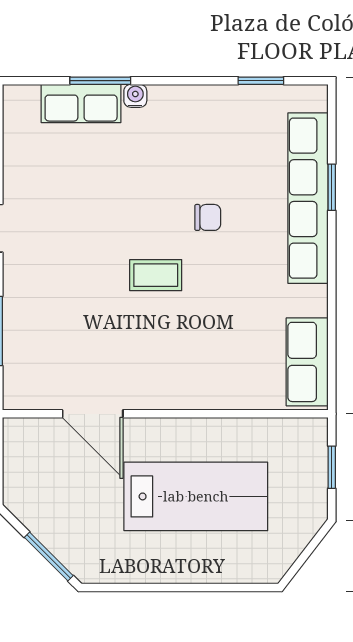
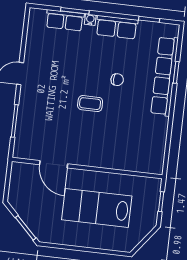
row of seats: (307, 362) -> (117, 27), moved, turned -90
lab bench: (196, 496) -> (97, 208), turned 180

